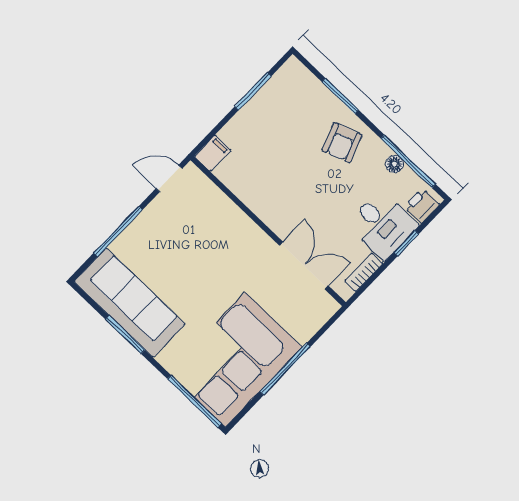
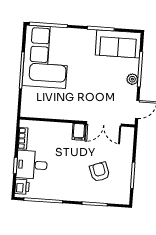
armchair: (342, 143) -> (100, 172), moved
filing cabinet: (213, 153) -> (79, 132), moved
floor lamp: (394, 164) -> (48, 195), removed
plant: (141, 227) -> (132, 79), added
double door: (304, 266) -> (104, 124), moved
sofa: (129, 303) -> (118, 44), width x0.73

